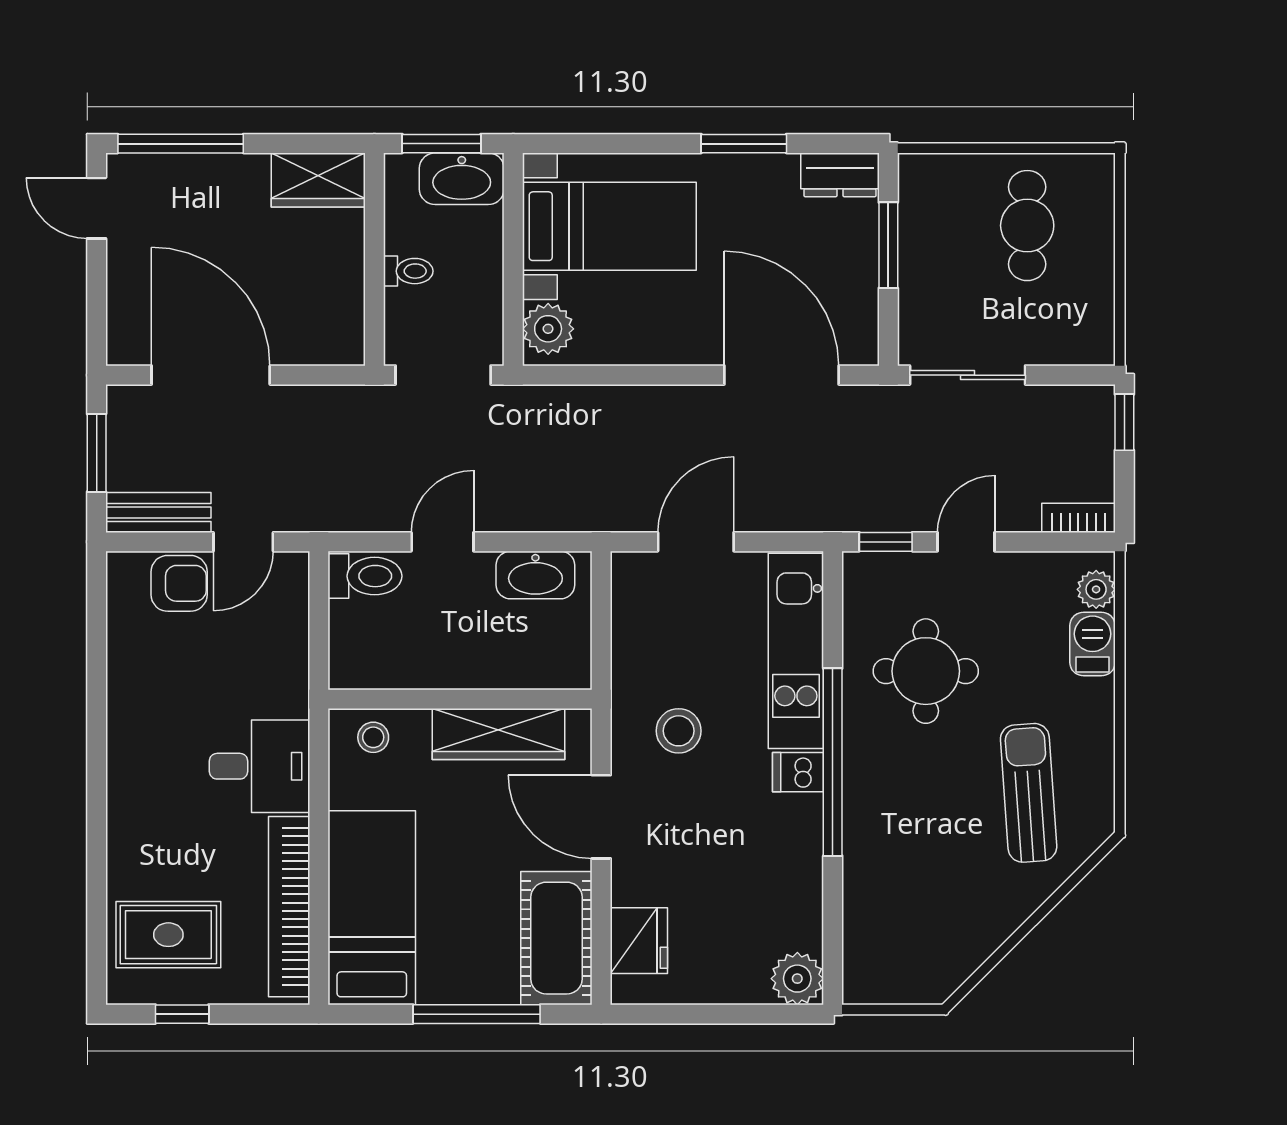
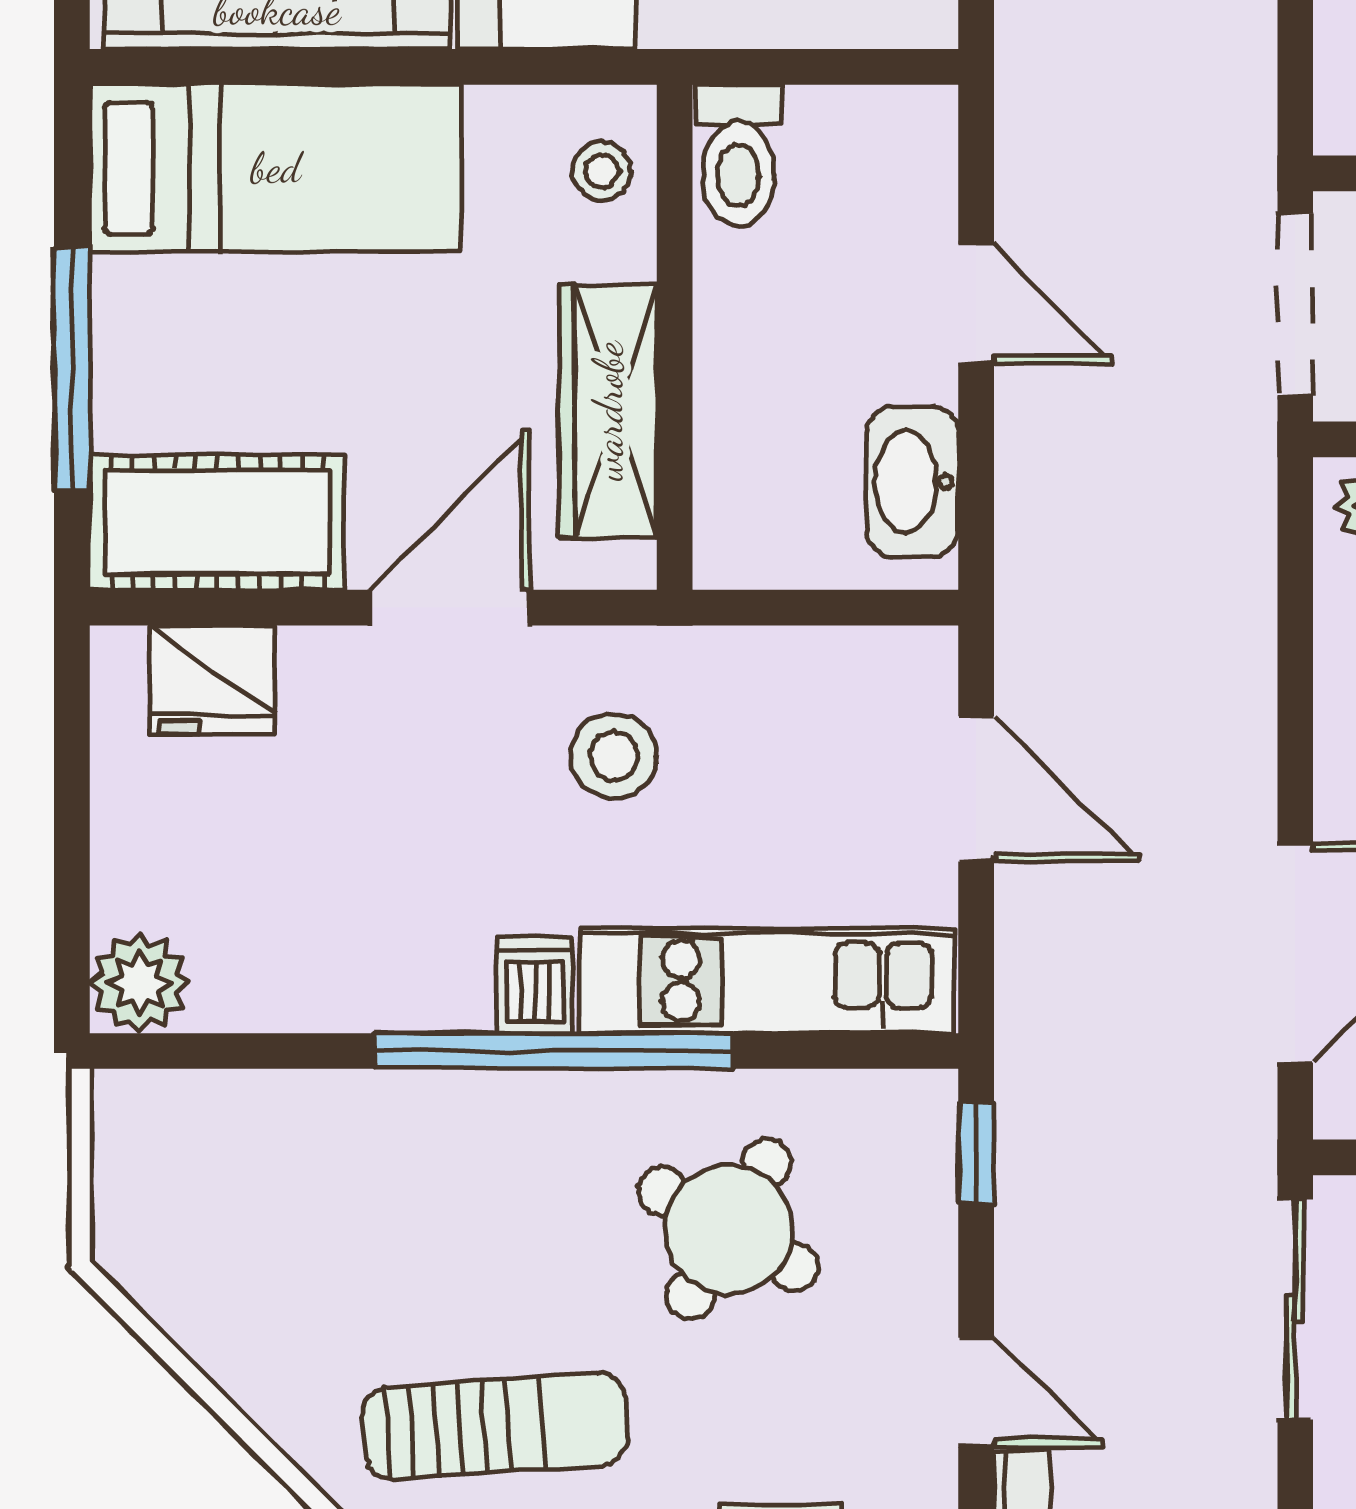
door: (966, 542) -> (976, 1392), moved
toilet: (365, 576) -> (738, 155), moved
round table: (926, 671) -> (728, 1229), turned 30

